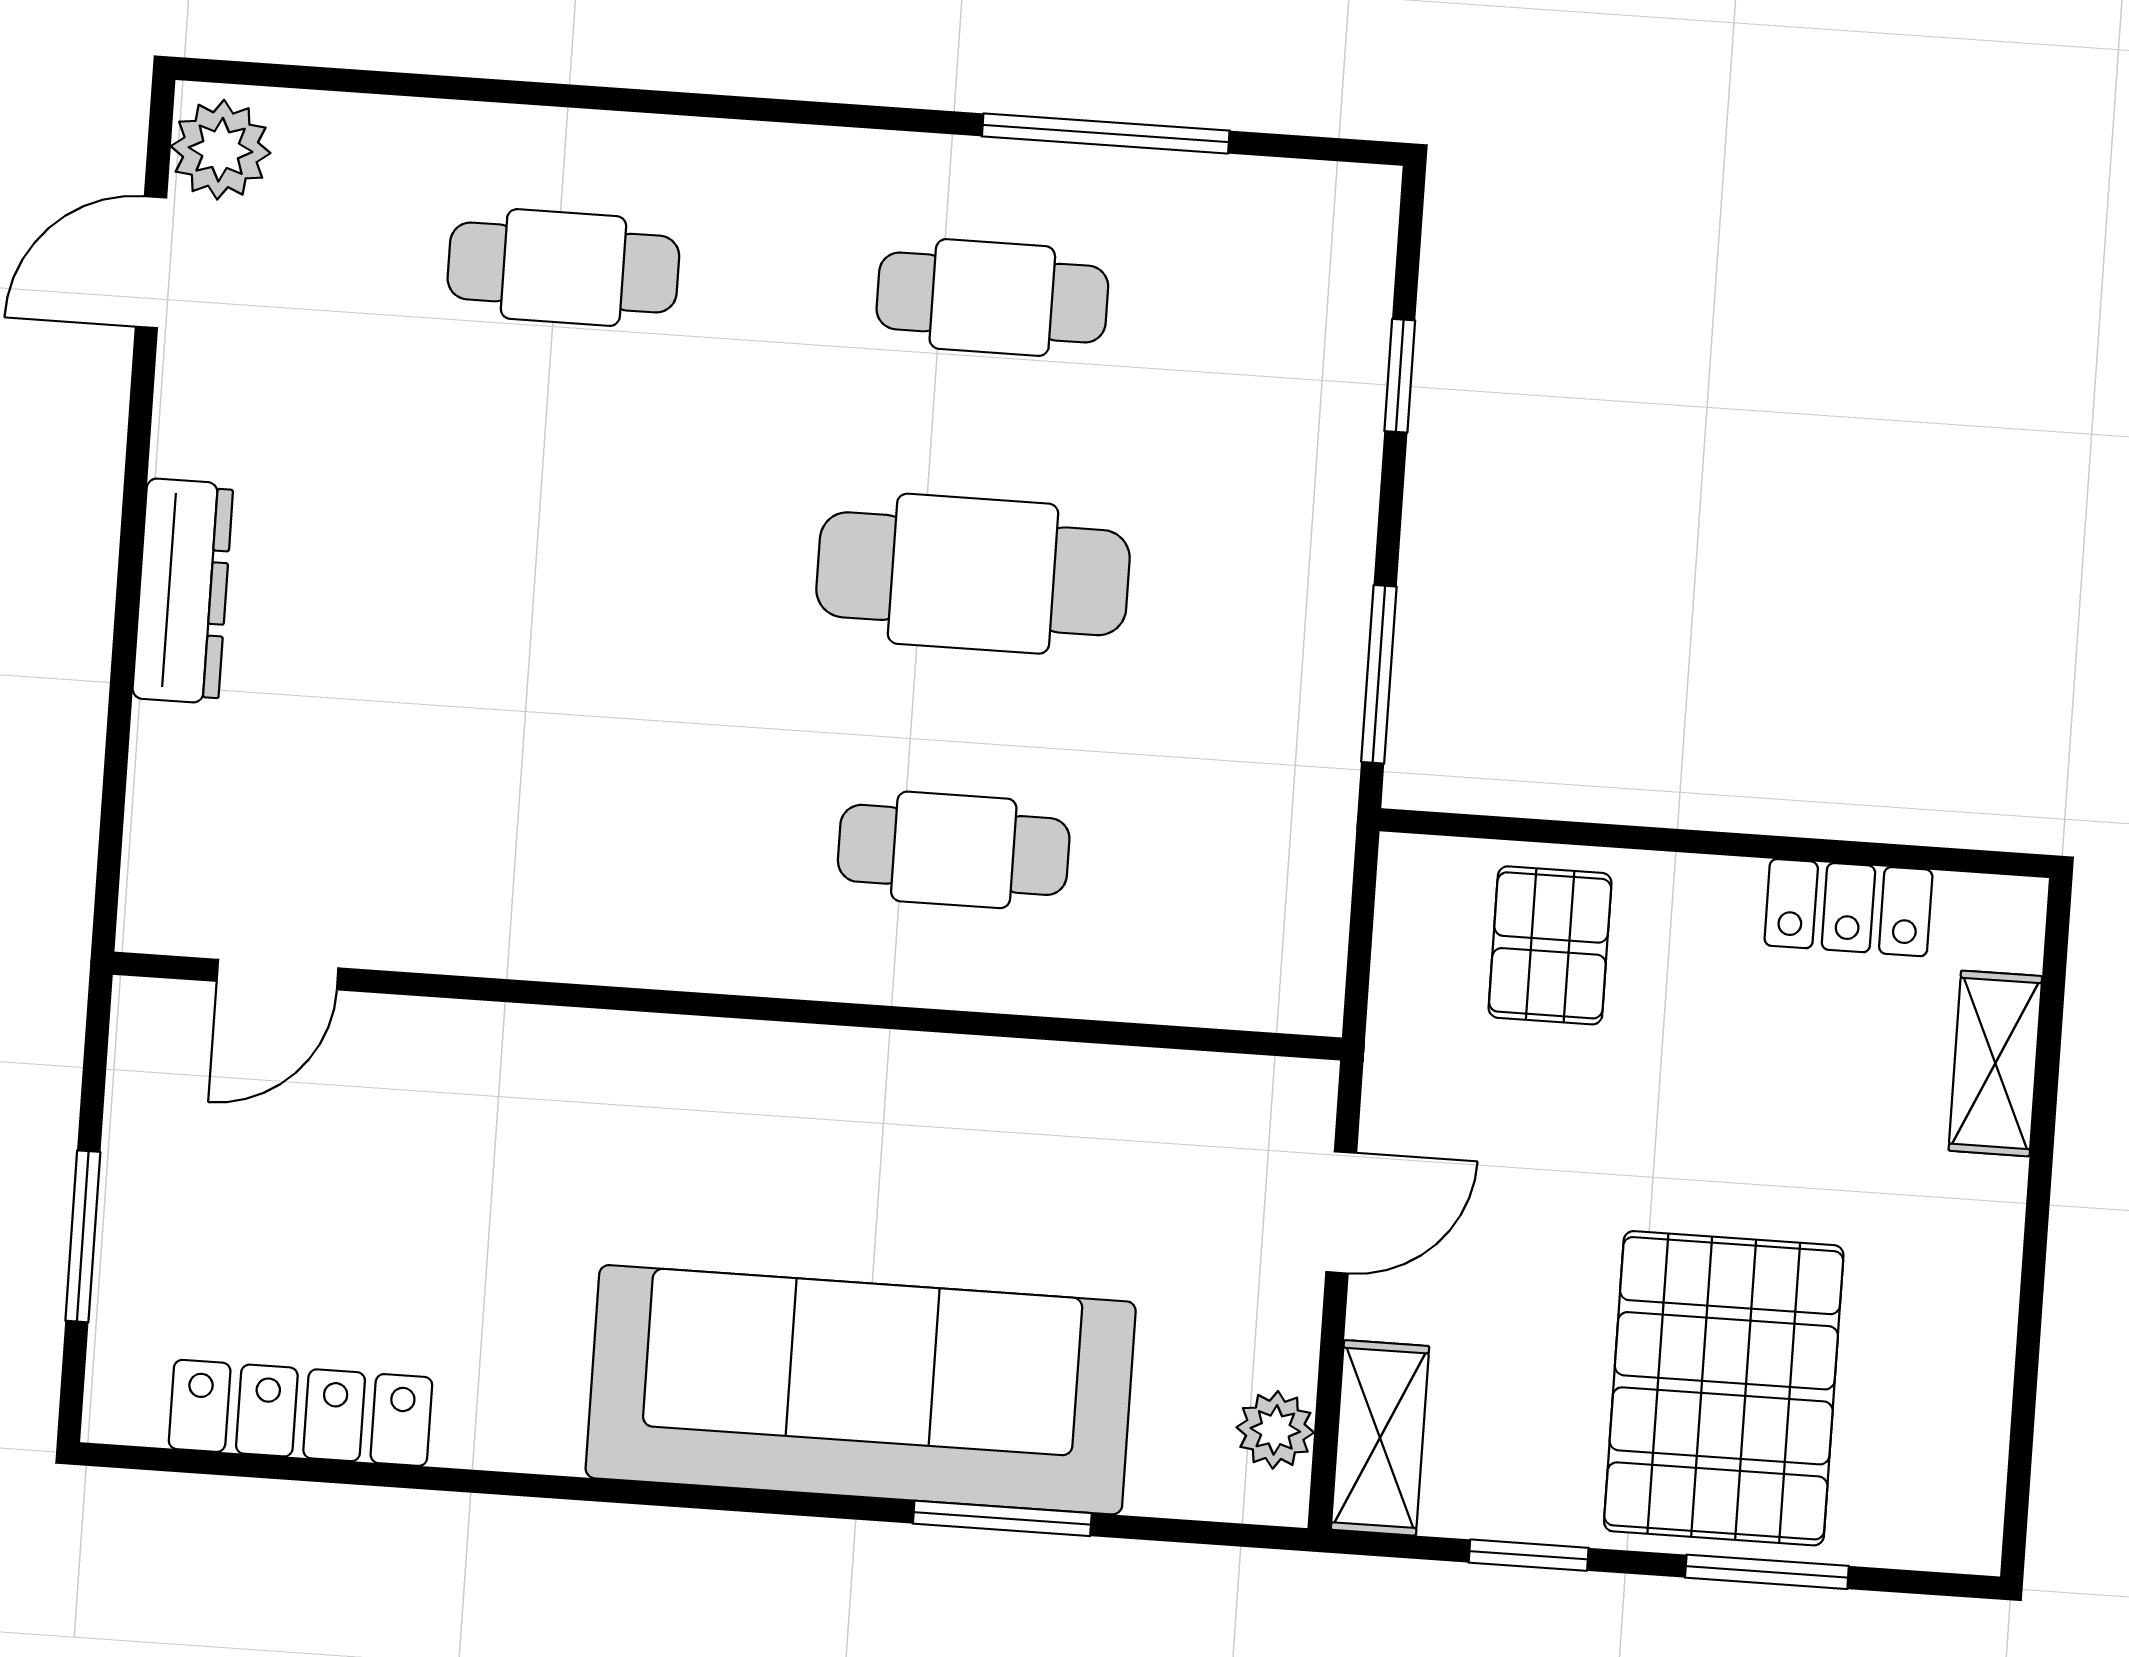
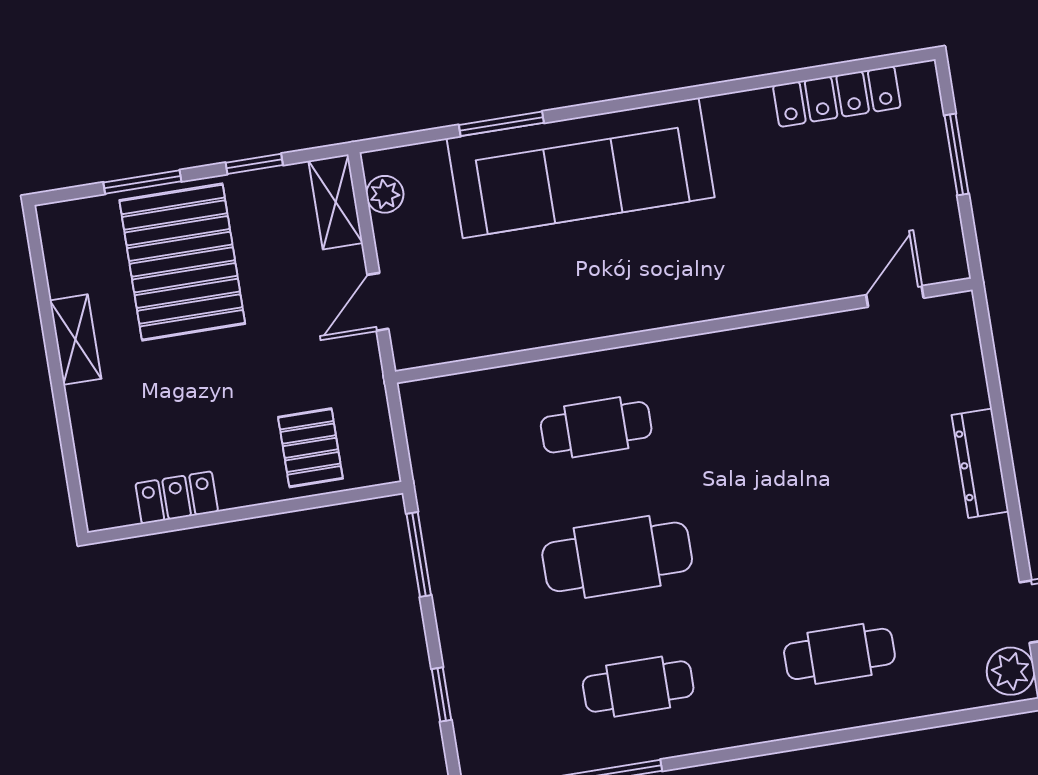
shelving: (1995, 1063) -> (75, 340), moved

